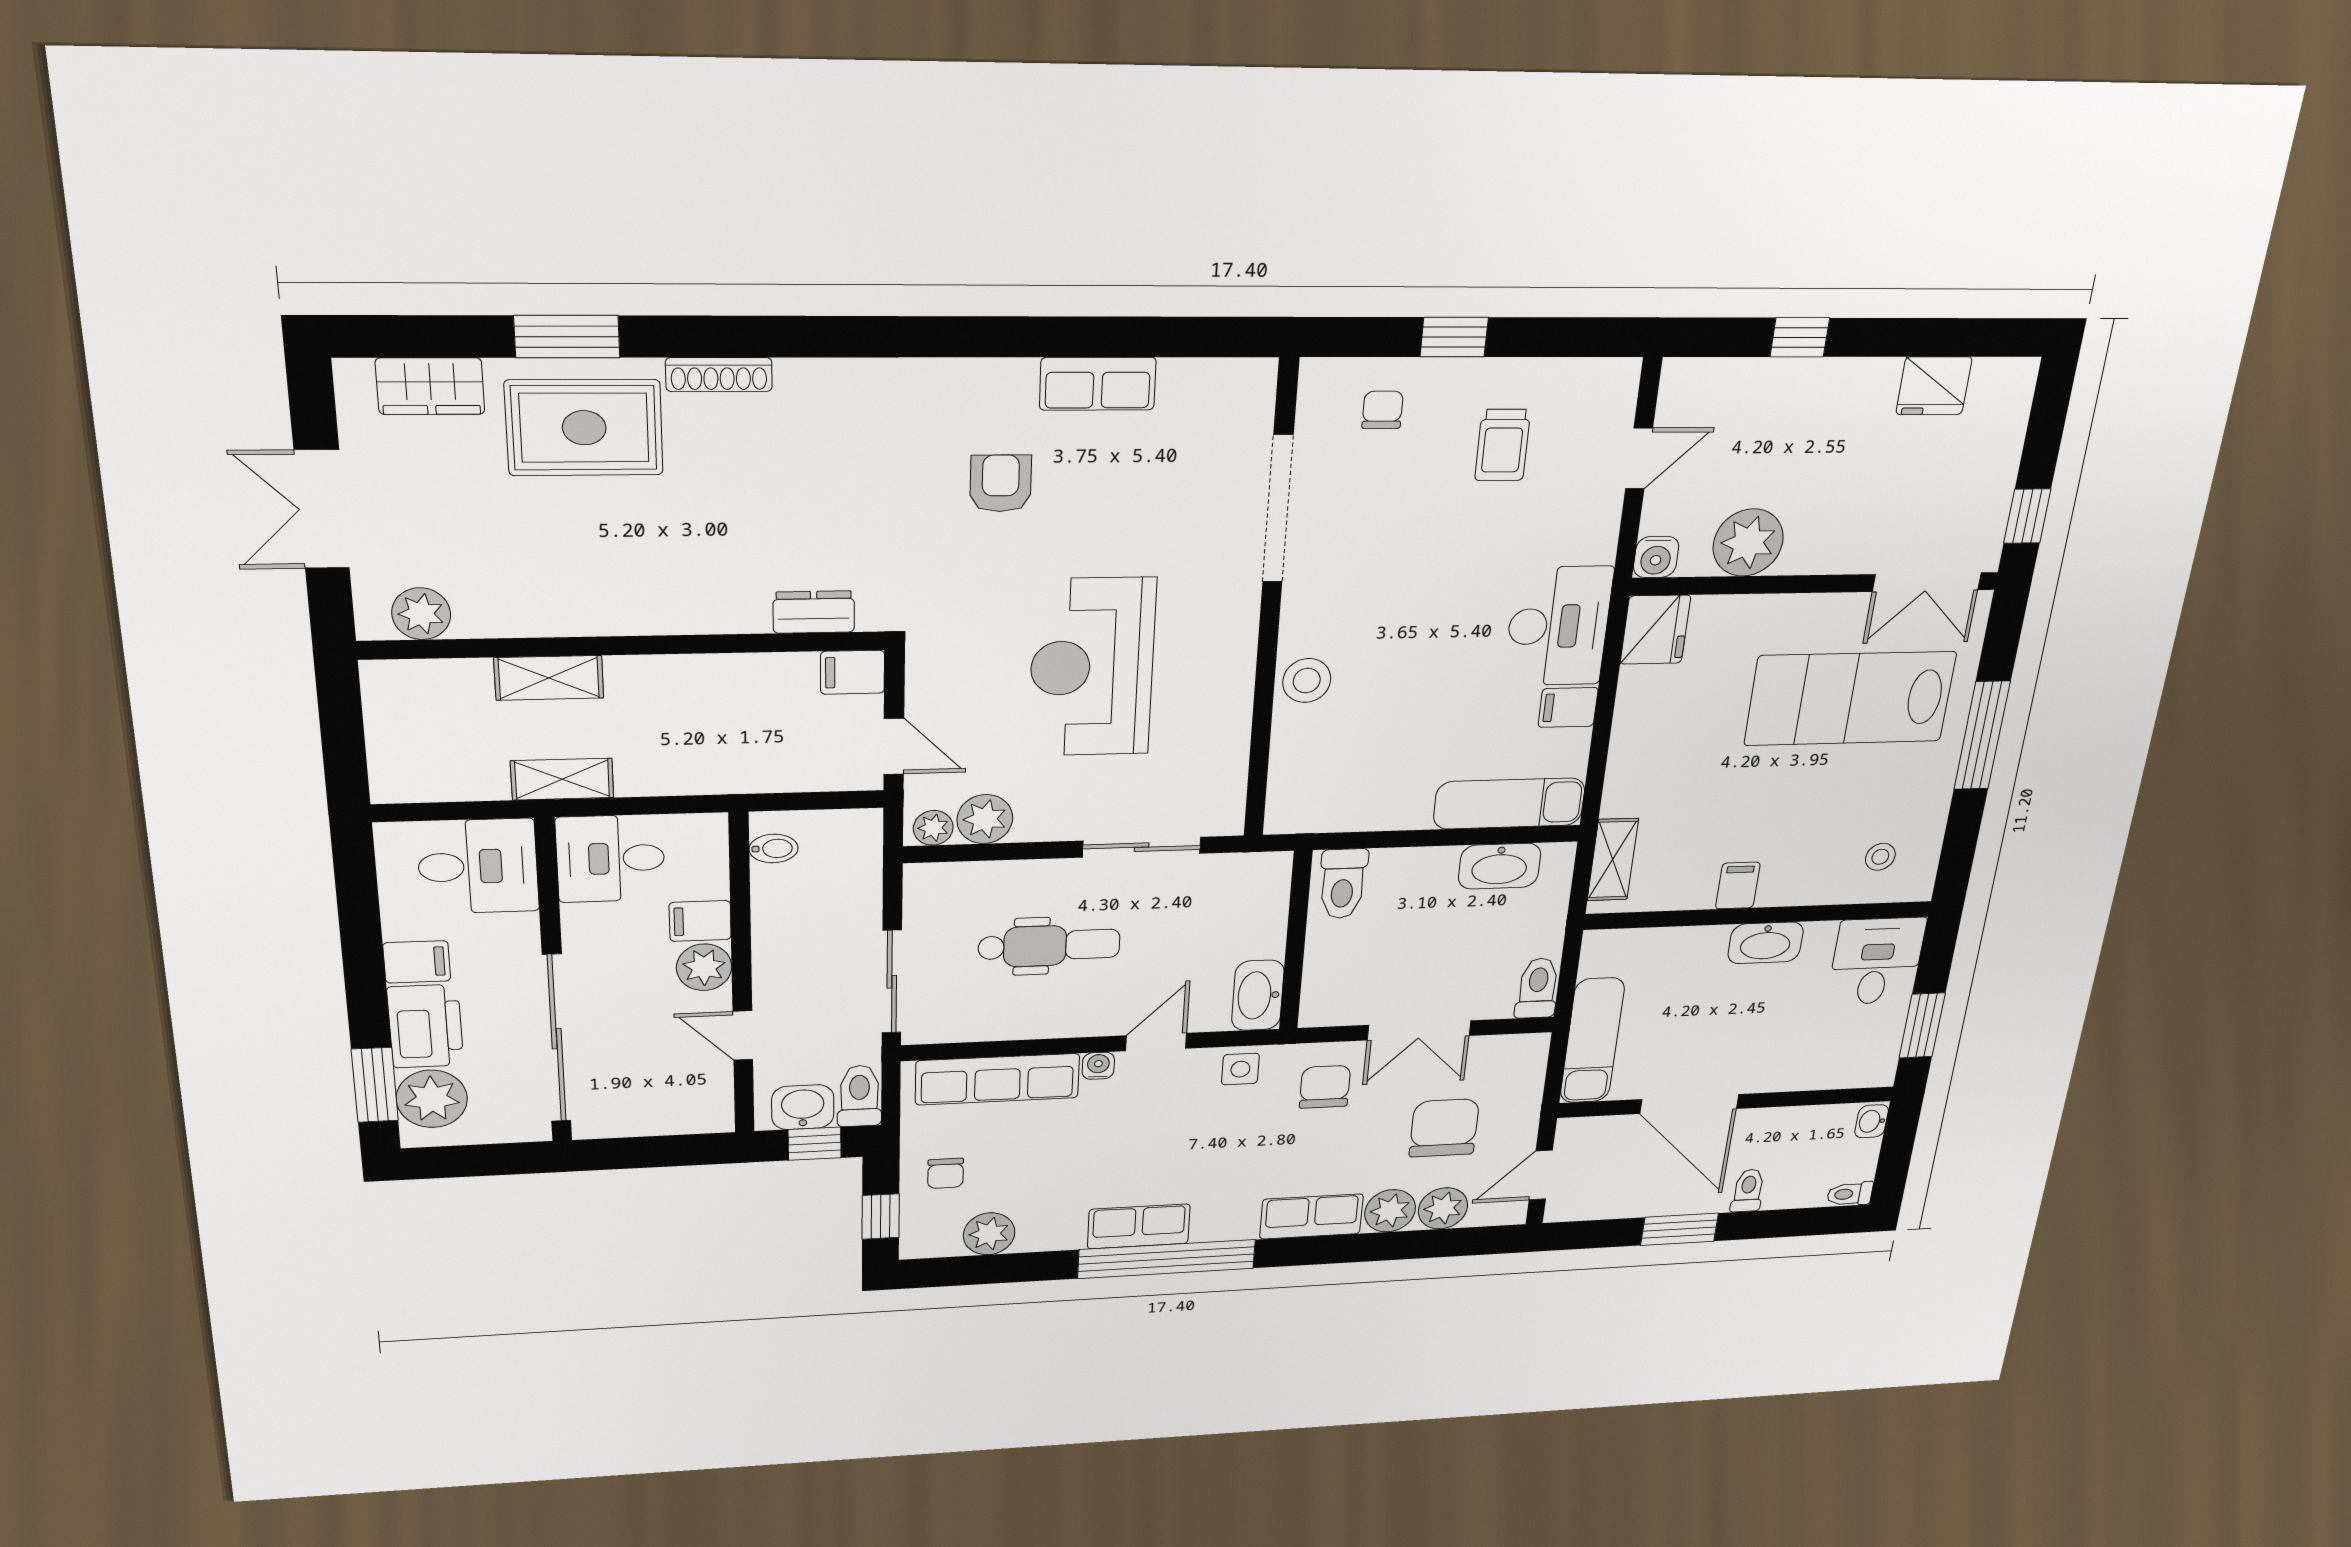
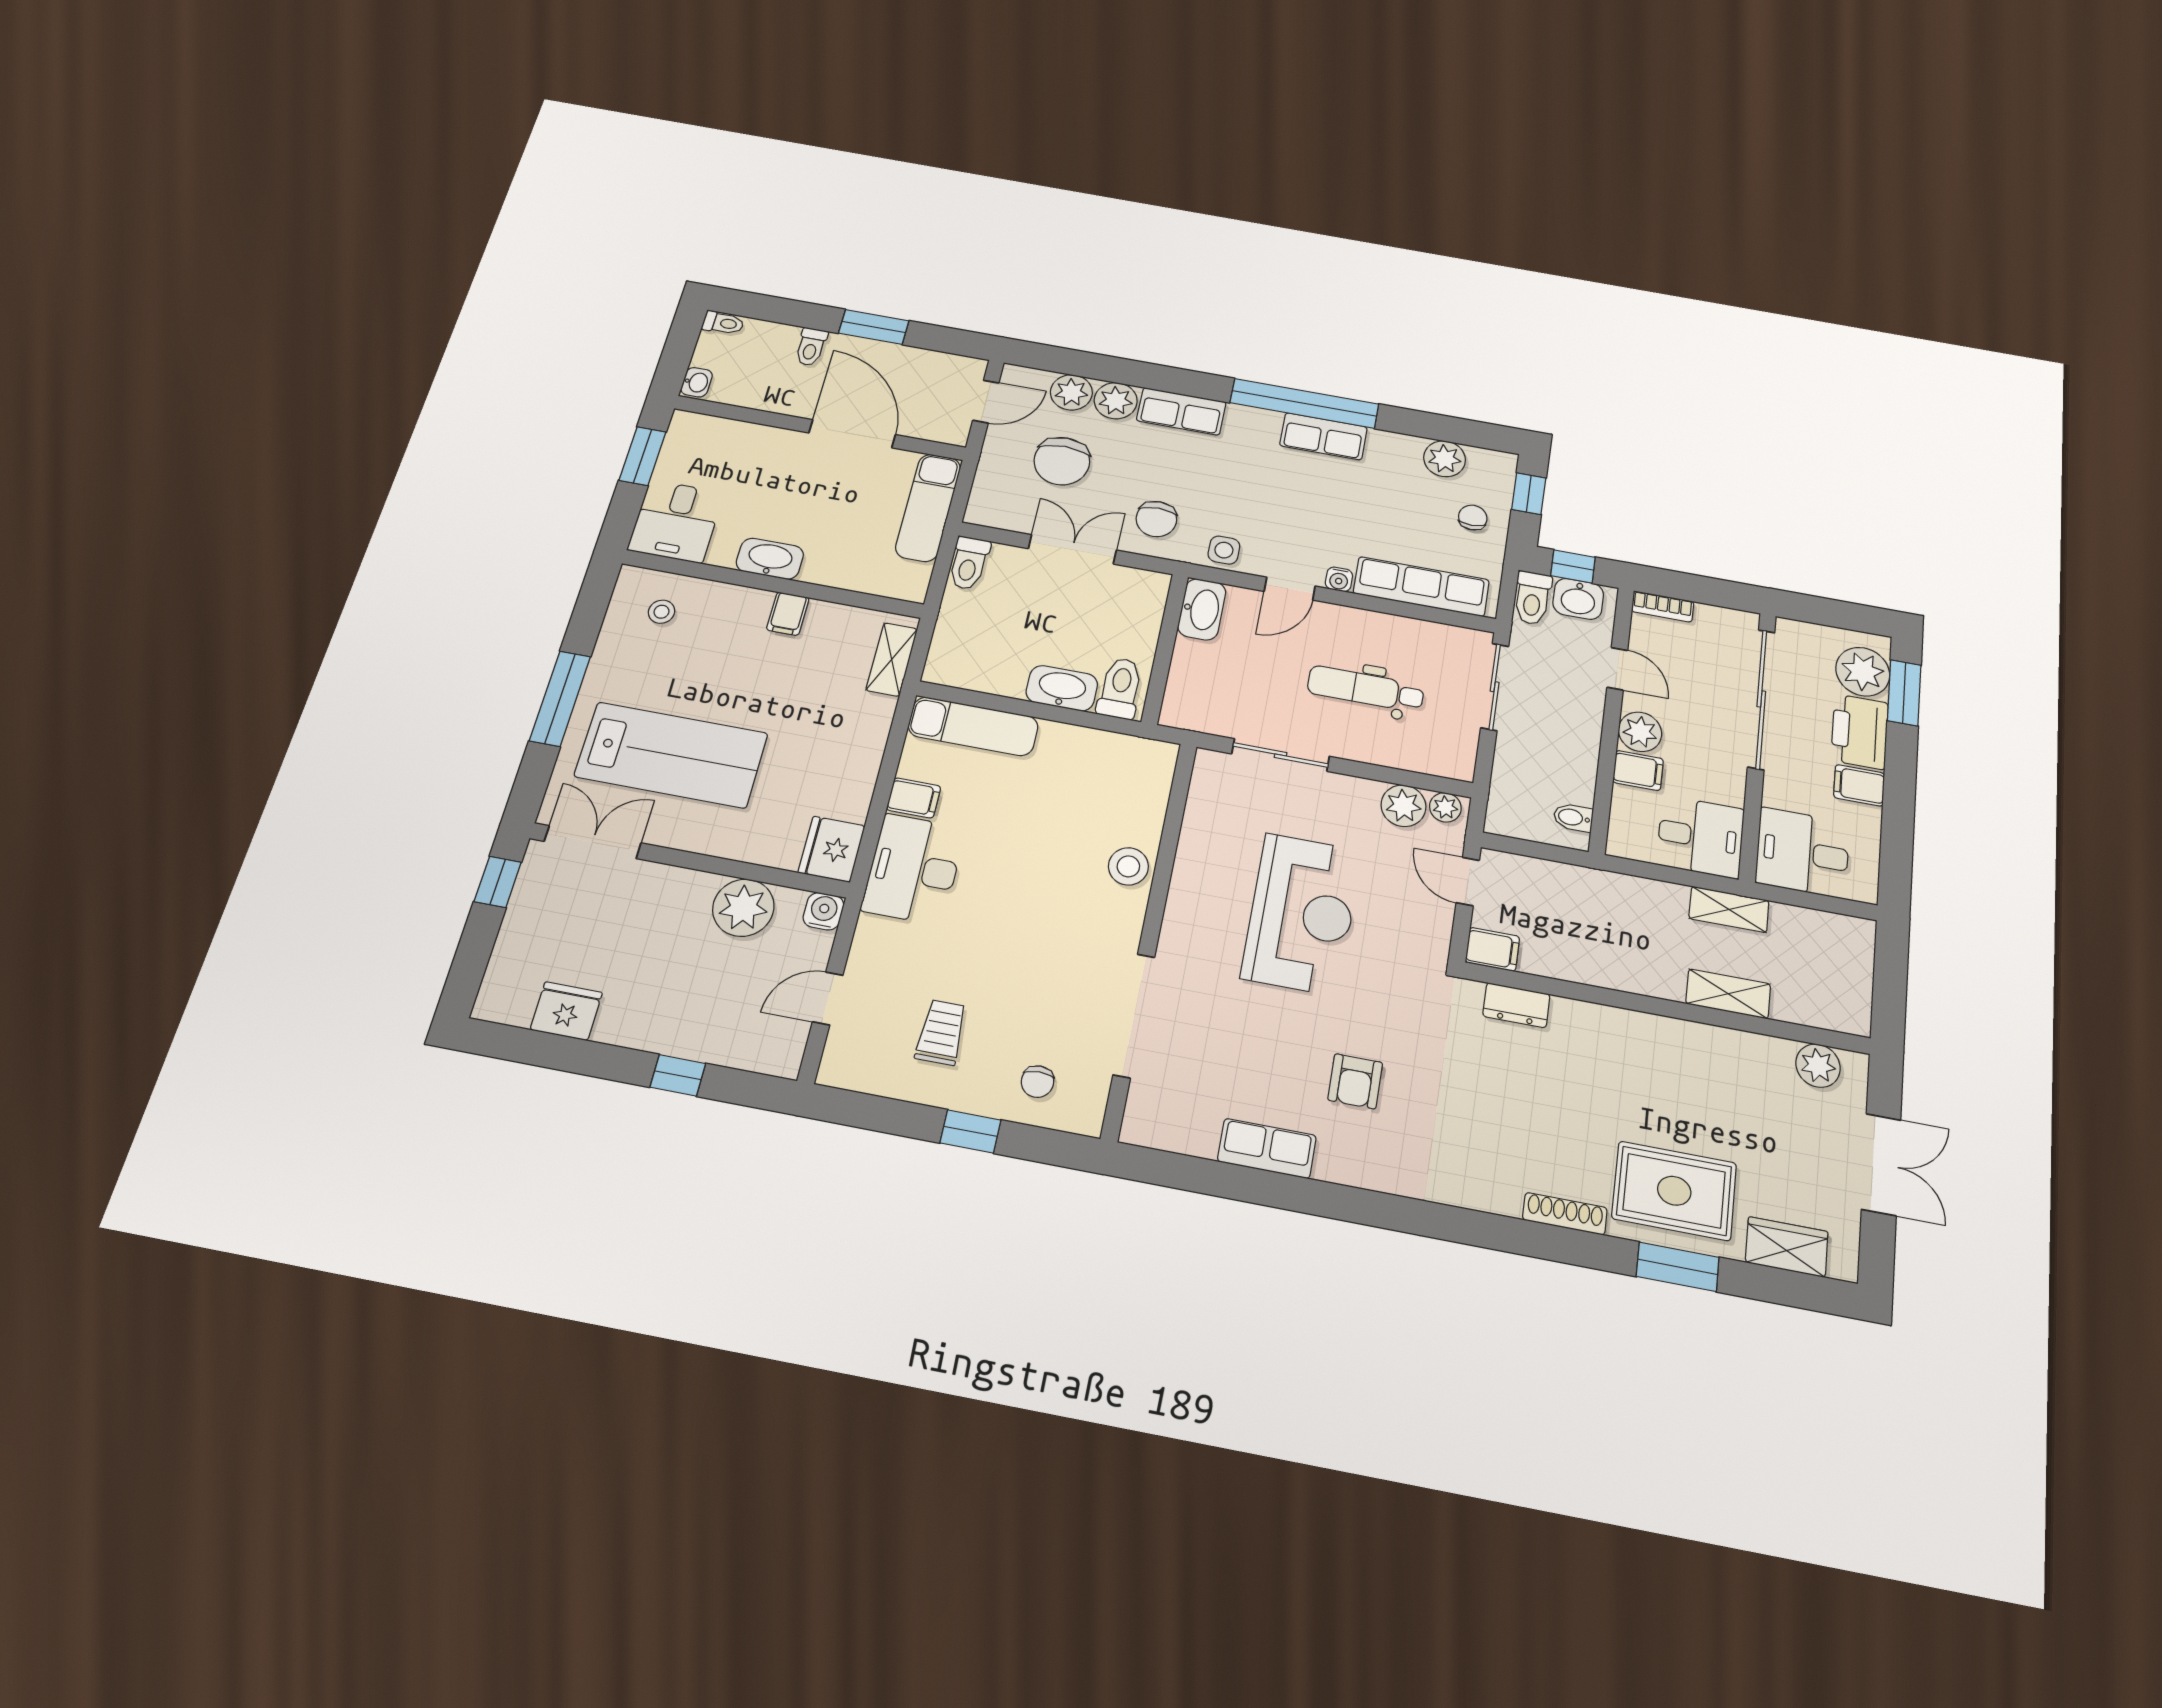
washbasin: (1500, 866) -> (1062, 688), moved
bookcase: (696, 1121) -> (1663, 606), added

